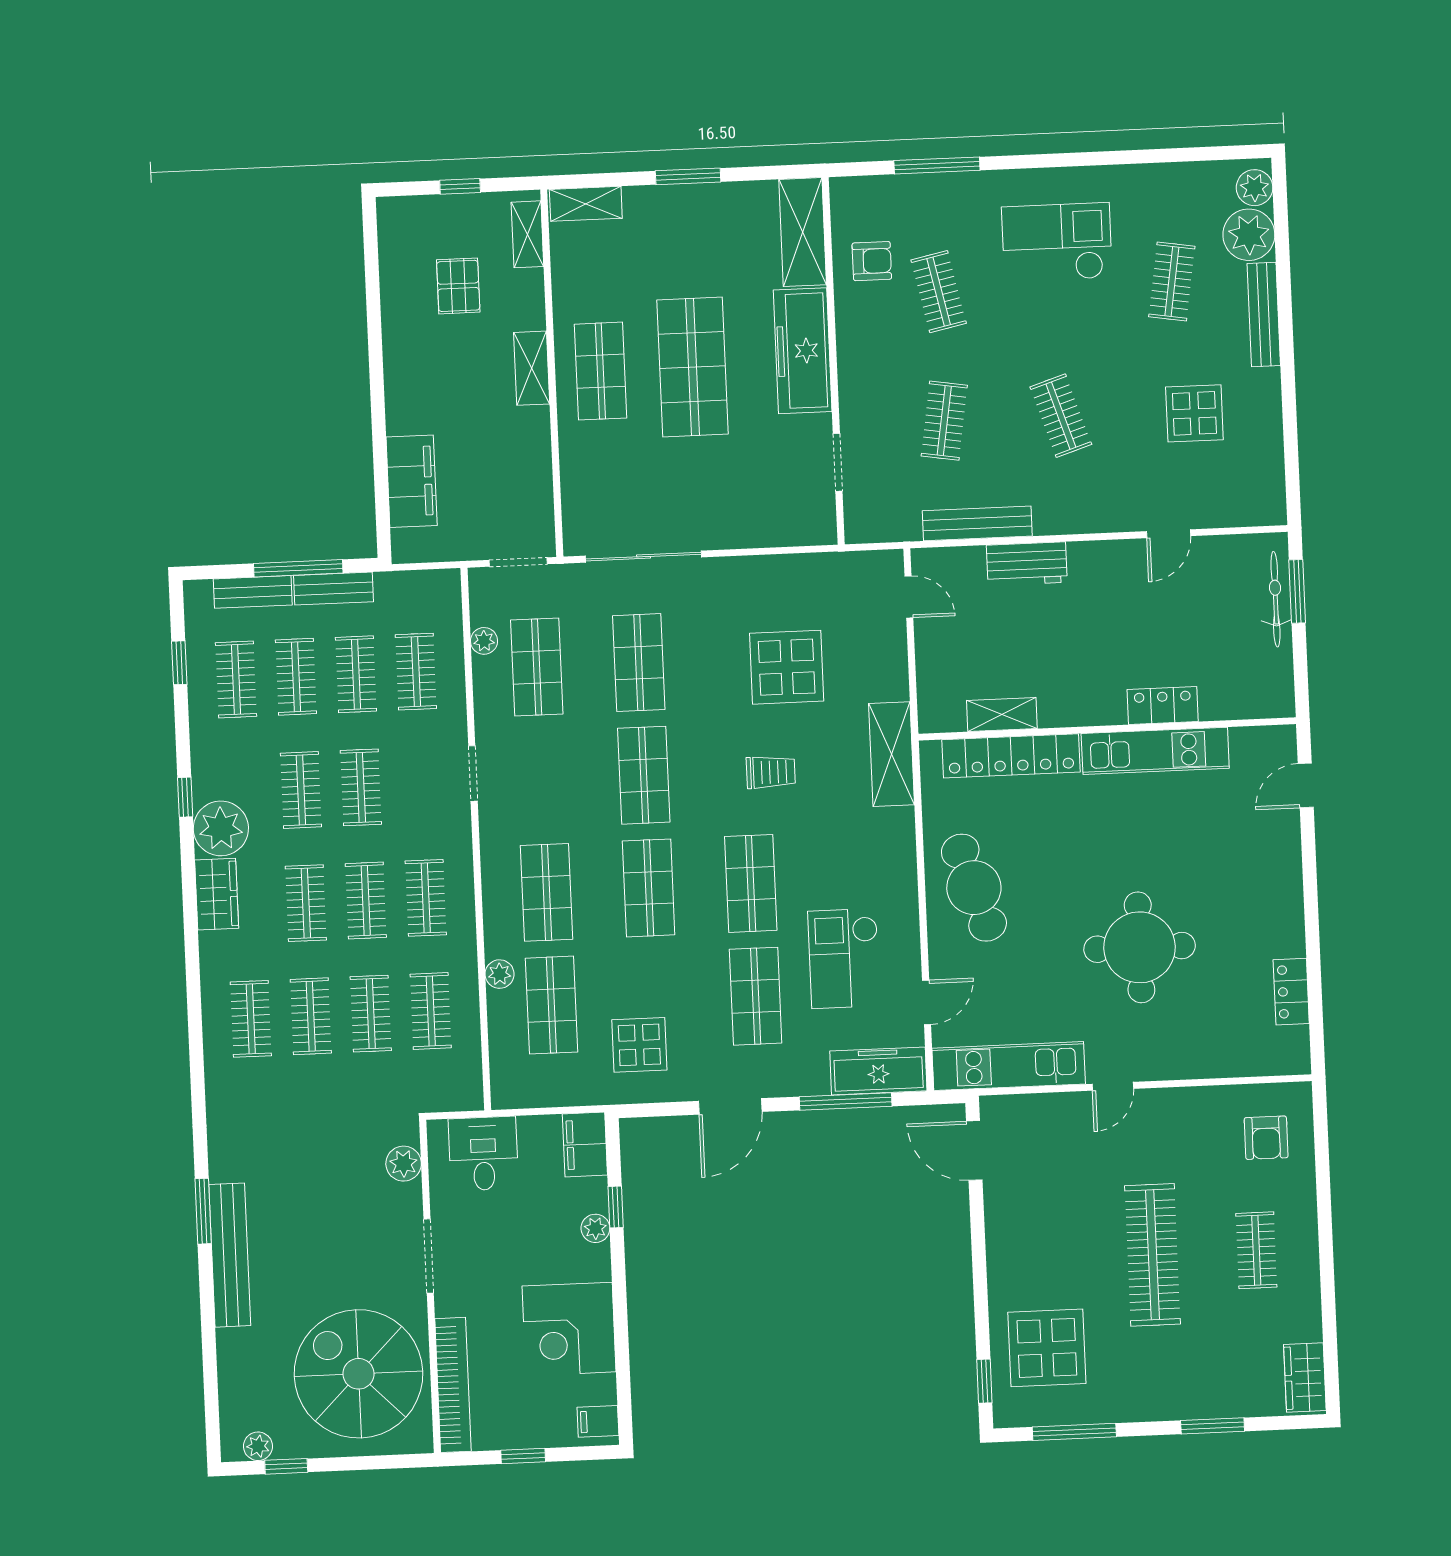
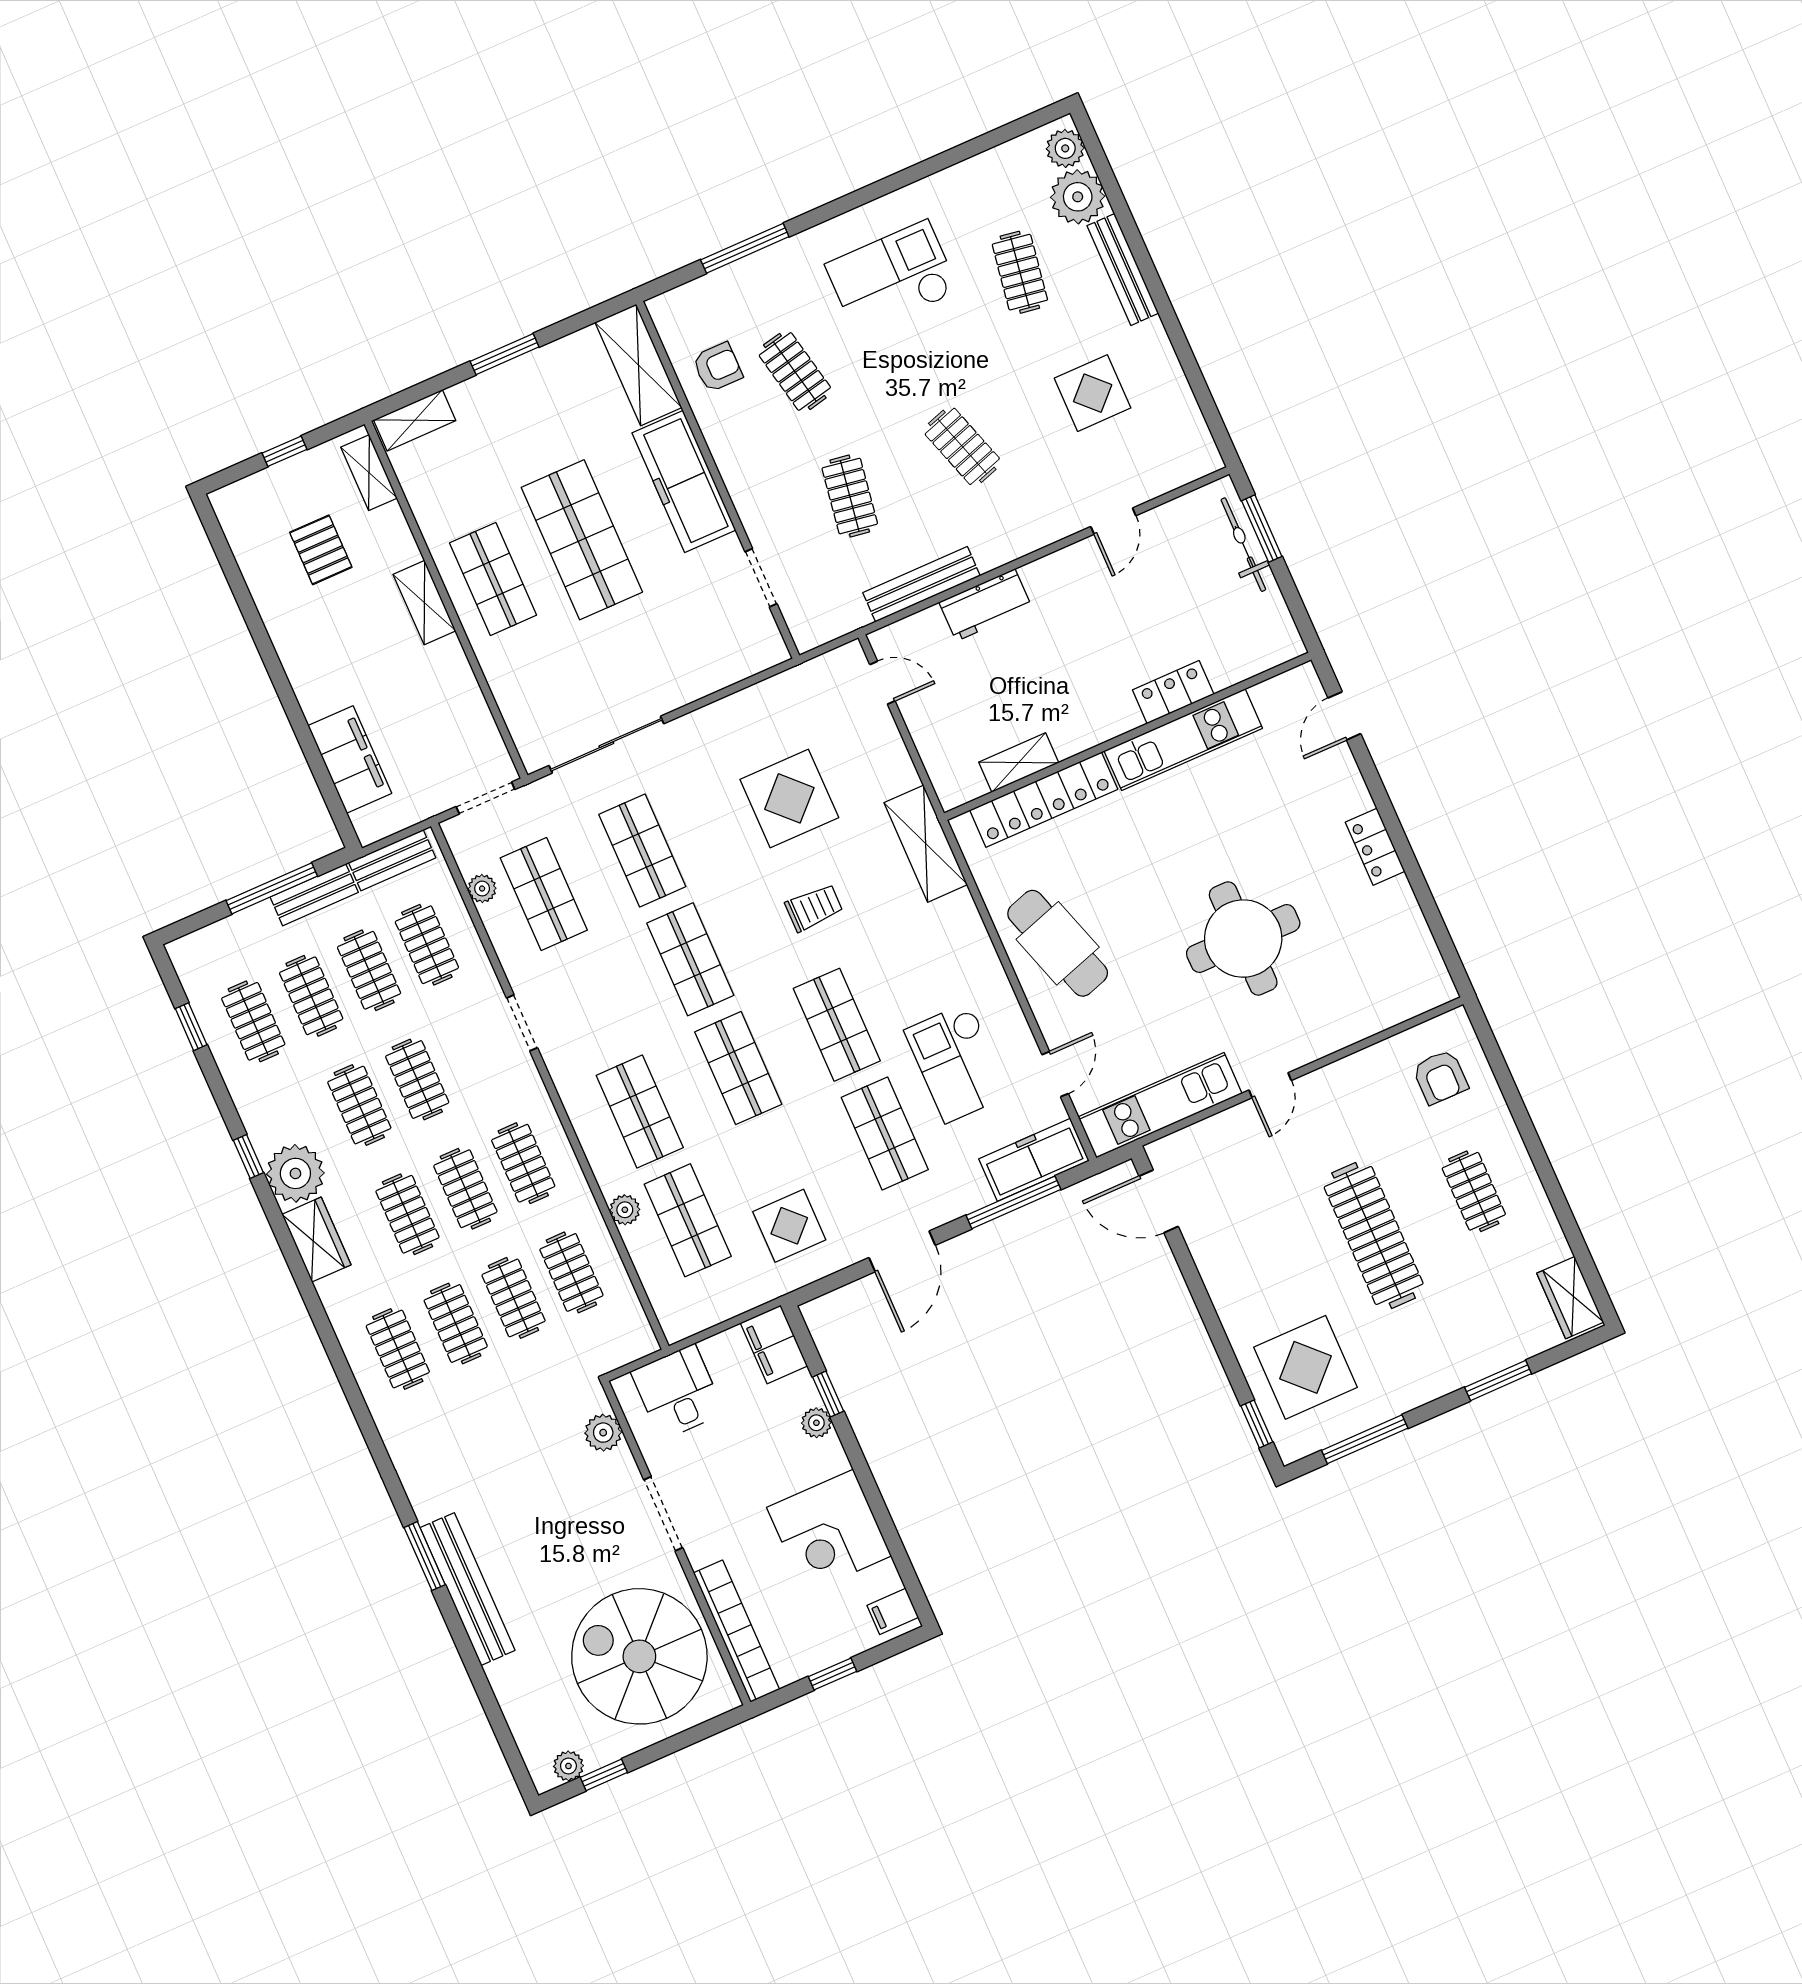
bench: (253, 592) -> (392, 860), moved
locker: (1291, 992) -> (1375, 847), moved

